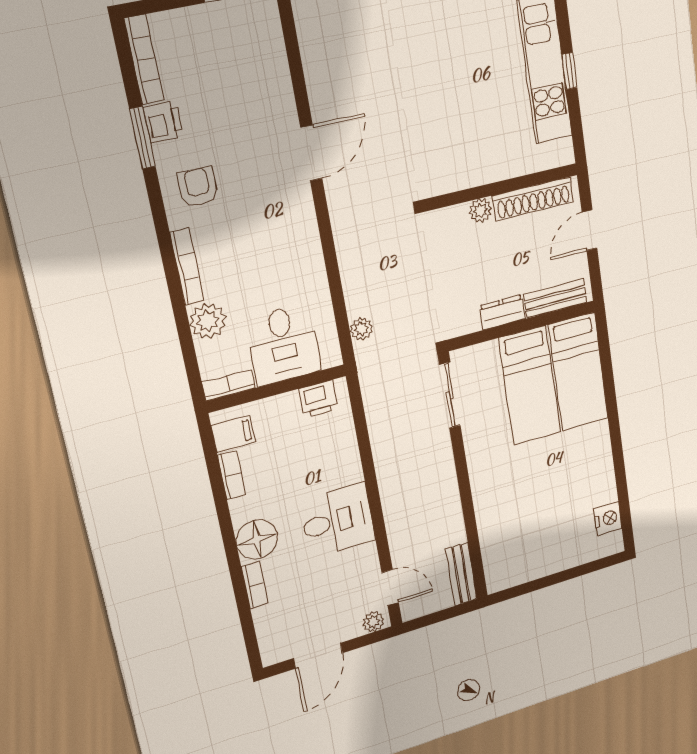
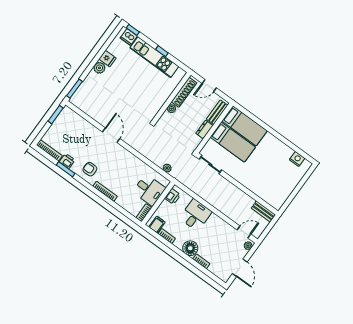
door: (590, 230) -> (209, 86), hinge flipped
plant: (208, 321) -> (123, 201), removed
desk: (337, 520) -> (196, 215), moved

